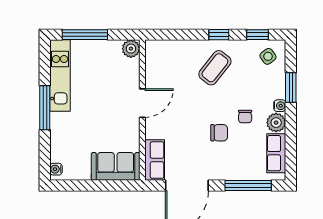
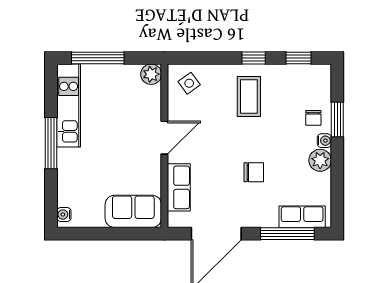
side table: (268, 56) -> (189, 83), moved
coffee table: (215, 68) -> (249, 97), turned -38
chair: (245, 116) -> (313, 118), moved
row of seats: (276, 153) -> (302, 217), moved, turned 90
row of seats: (155, 160) -> (179, 187), moved

